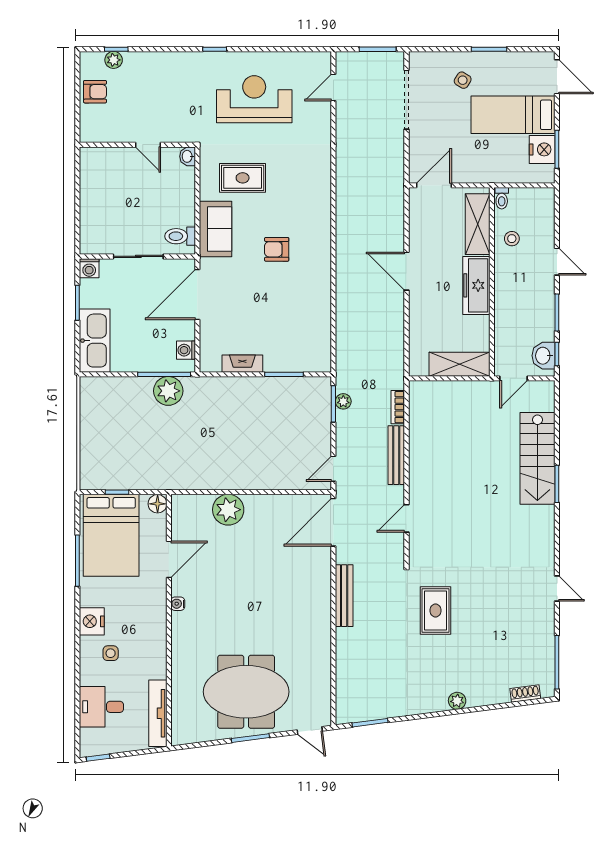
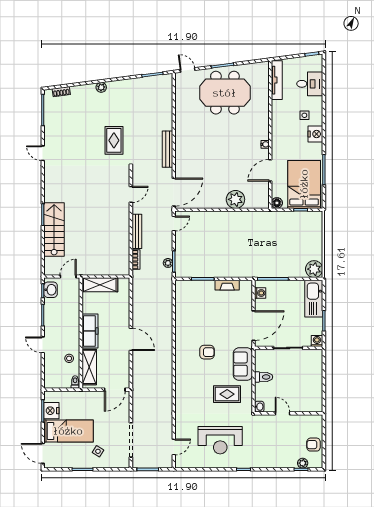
toilet: (180, 236) -> (264, 377), moved
plant: (168, 391) -> (314, 269), moved

